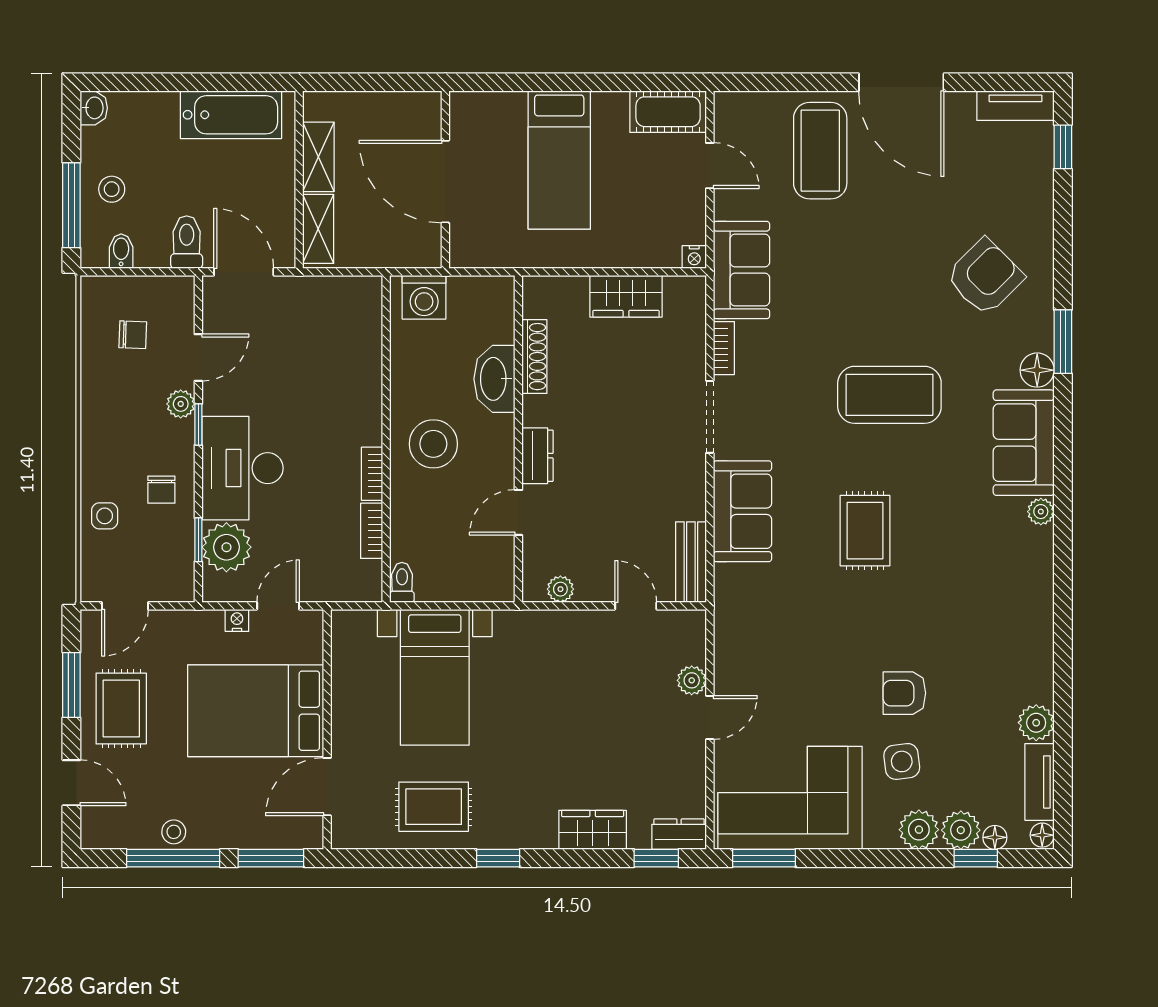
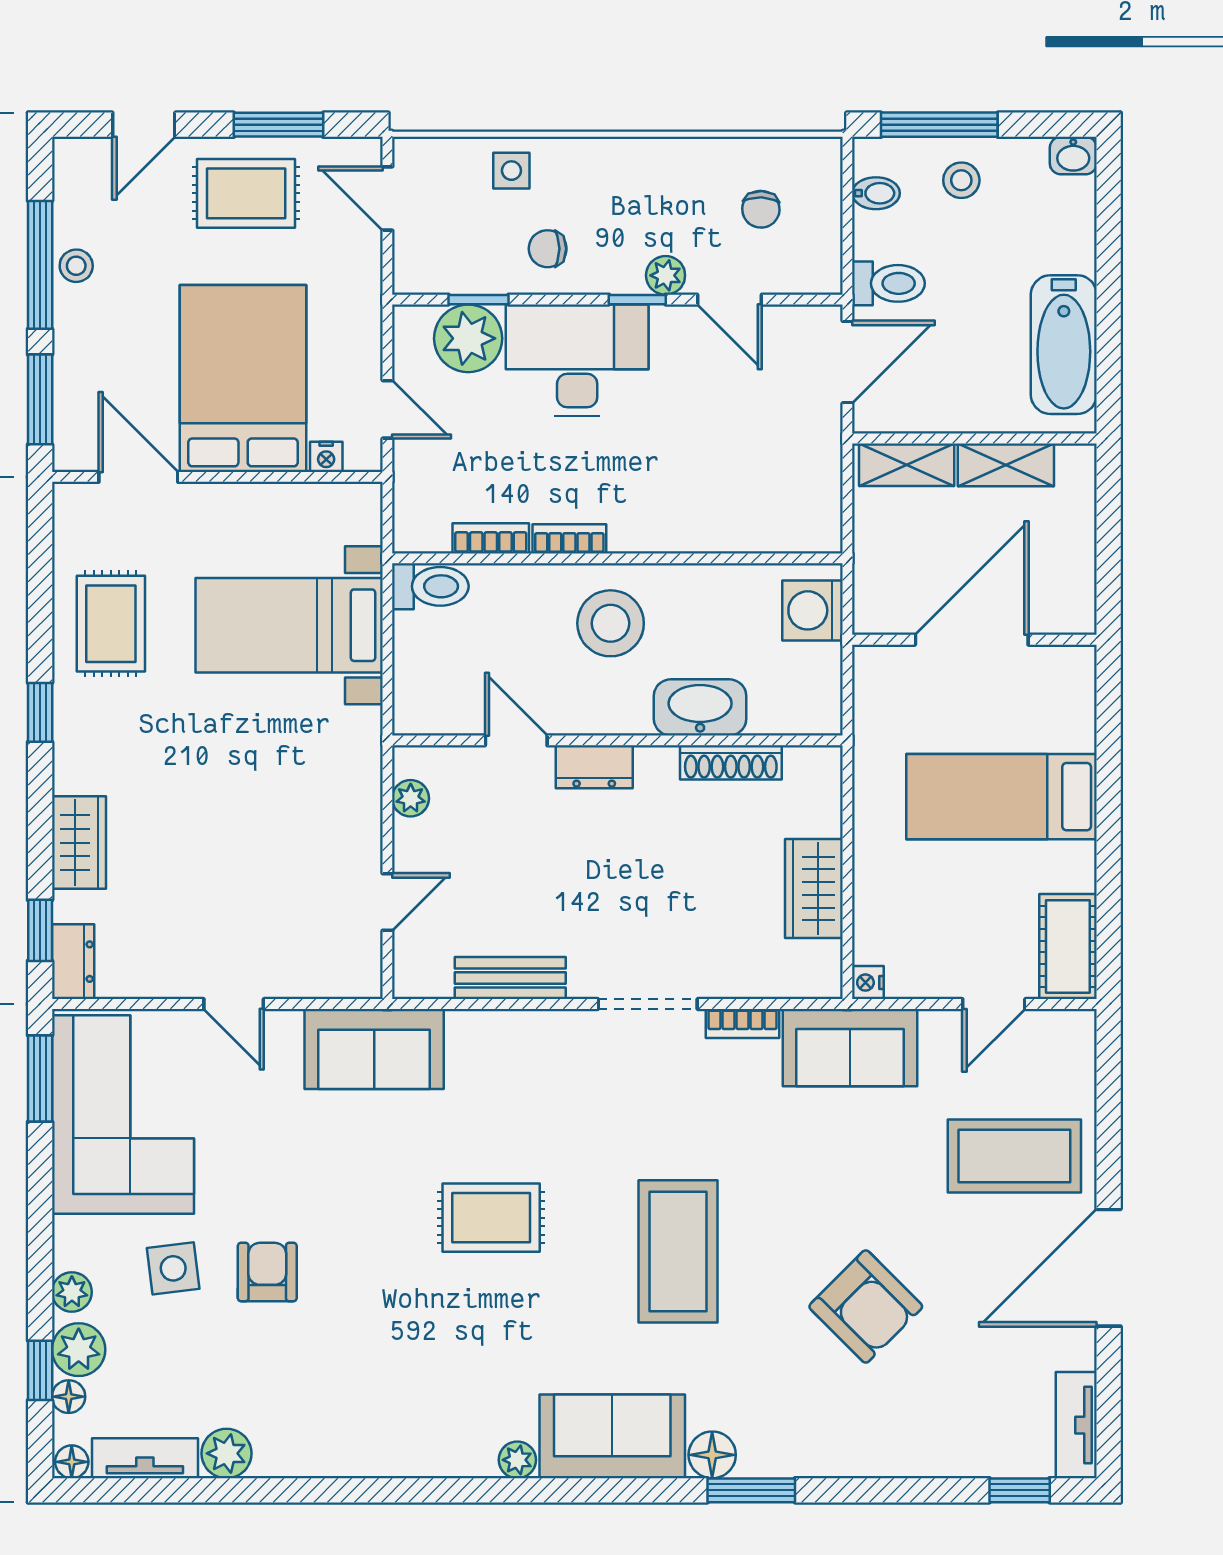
armchair: (985, 277) -> (866, 1307), moved
sofa: (742, 511) -> (374, 1049), moved
bench: (691, 562) -> (510, 978), moved
toilet: (402, 582) -> (430, 586), width x1.37, depth x1.39
nightstand: (237, 620) -> (326, 457), moved, turned 90
plant: (692, 680) -> (285, 979), removed
plant: (919, 830) -> (72, 1292), width x0.73, depth x0.73

